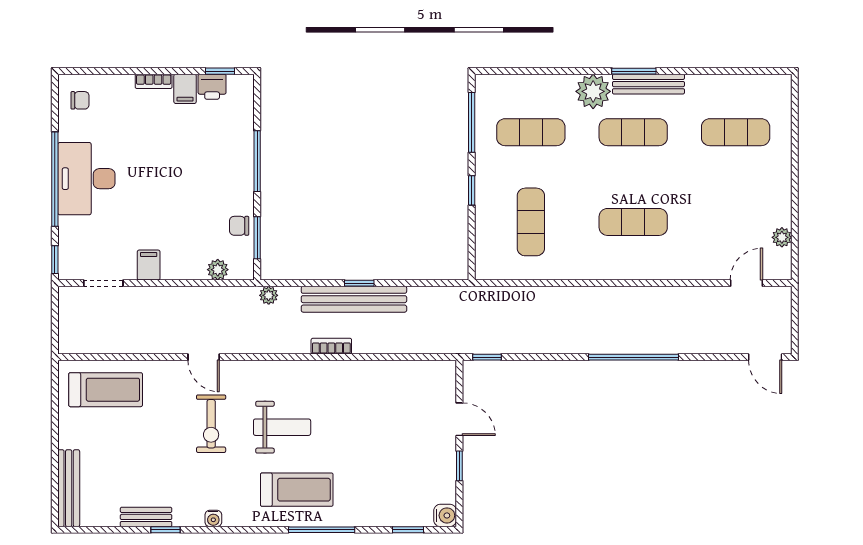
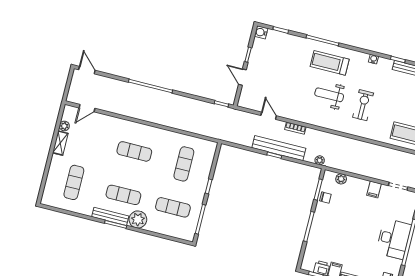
exercise mat: (736, 132) -> (74, 182), turned 90
shelving: (781, 202) -> (60, 143), added
door: (204, 357) -> (269, 116), moved

